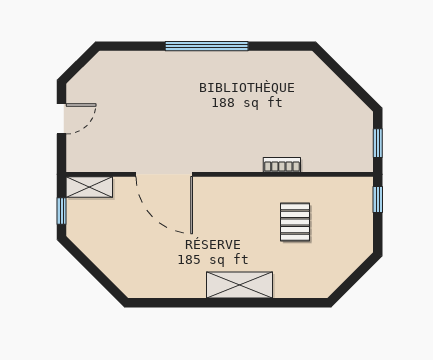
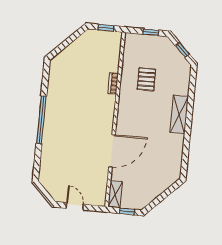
window: (378, 200) -> (151, 32), moved
pallet: (295, 222) -> (146, 79), turned 90
window: (352, 280) -> (182, 50), added

